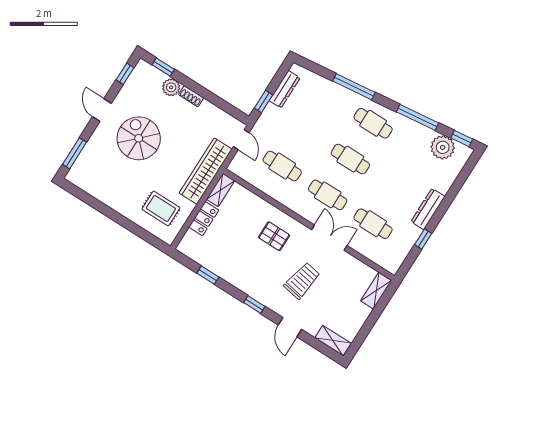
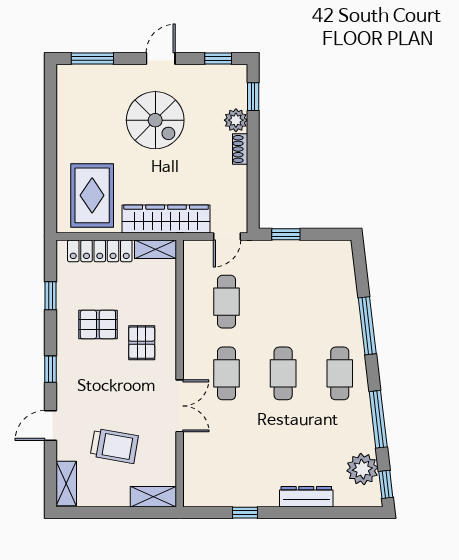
dresser: (285, 89) -> (315, 249), removed
spiral stairs: (139, 138) -> (155, 120), turned 90
rug: (161, 208) -> (92, 195), width x1.36, depth x1.43
dresser: (428, 209) -> (306, 497), moved
locker: (204, 219) -> (100, 251), width x1.53
cafe table: (373, 224) -> (227, 445), removed
pallet: (245, 257) -> (98, 324), added
trolley: (302, 281) -> (114, 446), moved

